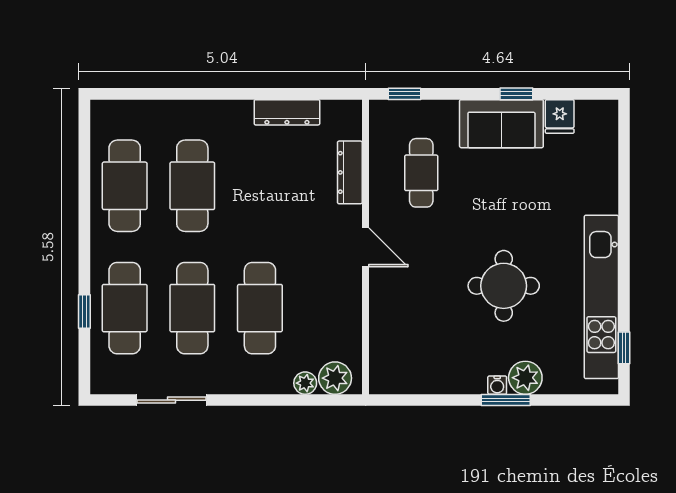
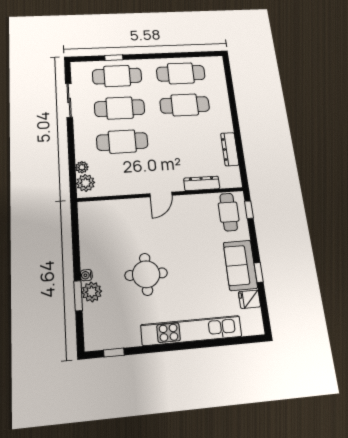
cafe table: (421, 173) -> (229, 212), moved, turned 90
kitchen unit: (601, 297) -> (191, 331), moved
window: (506, 400) -> (78, 296), moved

